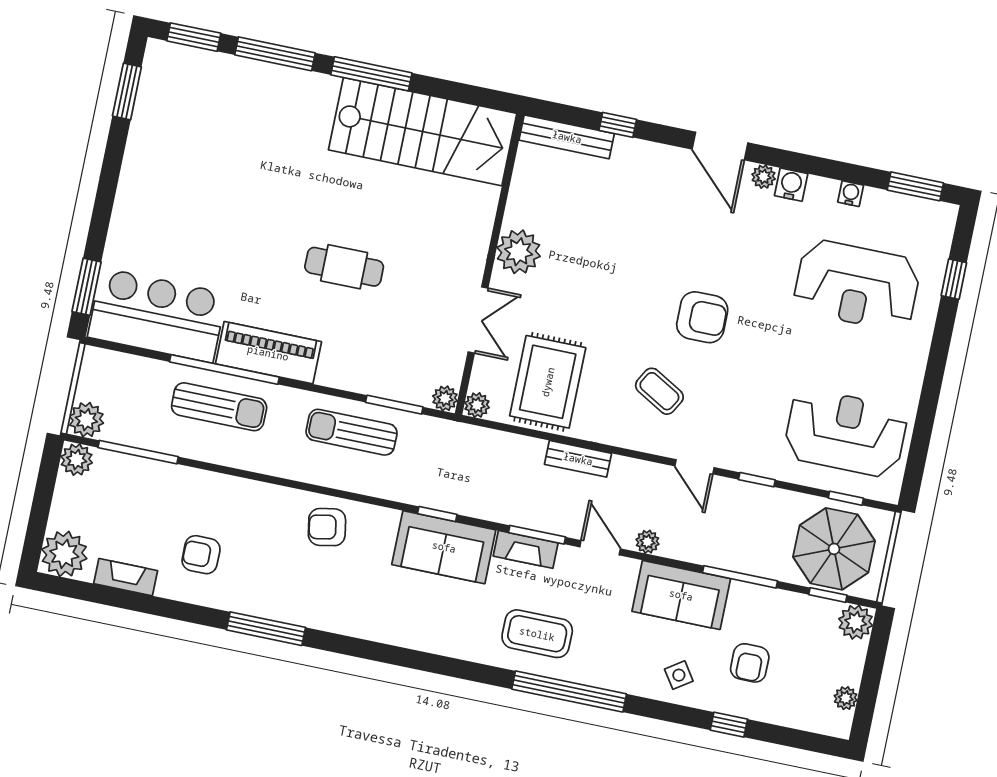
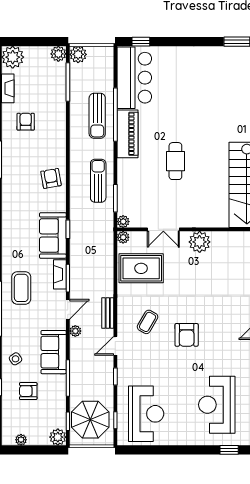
window: (87, 287) -> (141, 42), width x0.67
bench: (578, 459) -> (108, 313), moved

